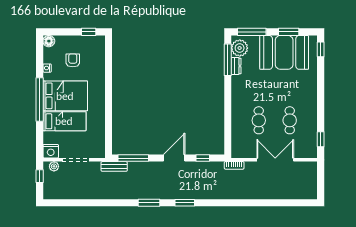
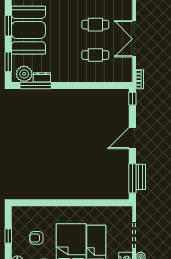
window: (89, 32) -> (8, 236), moved
window: (252, 32) -> (8, 62), width x0.69
door: (174, 158) -> (132, 138), hinge flipped
window: (203, 158) -> (132, 99), moved
bench: (114, 166) -> (141, 177), moved

